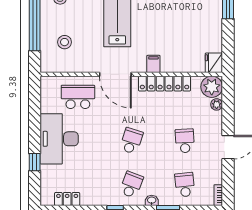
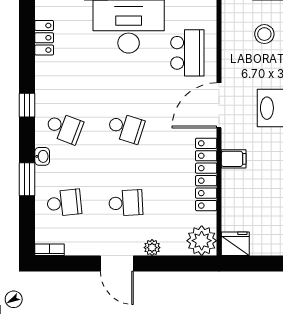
plant: (217, 104) -> (152, 248), moved

